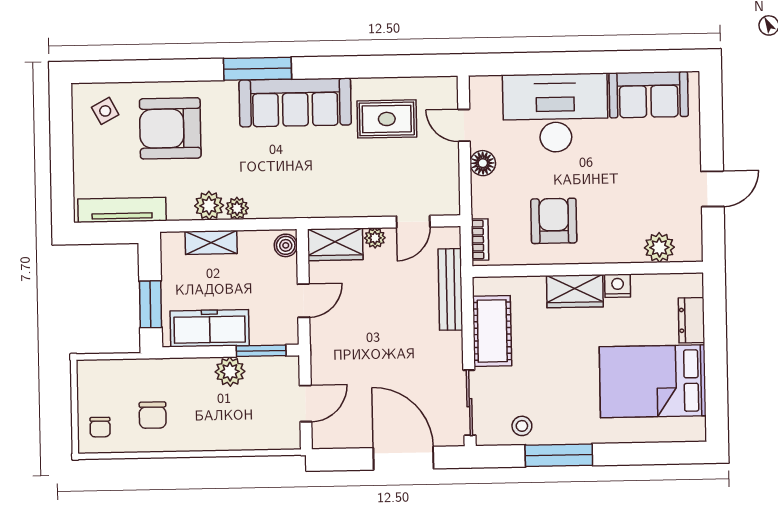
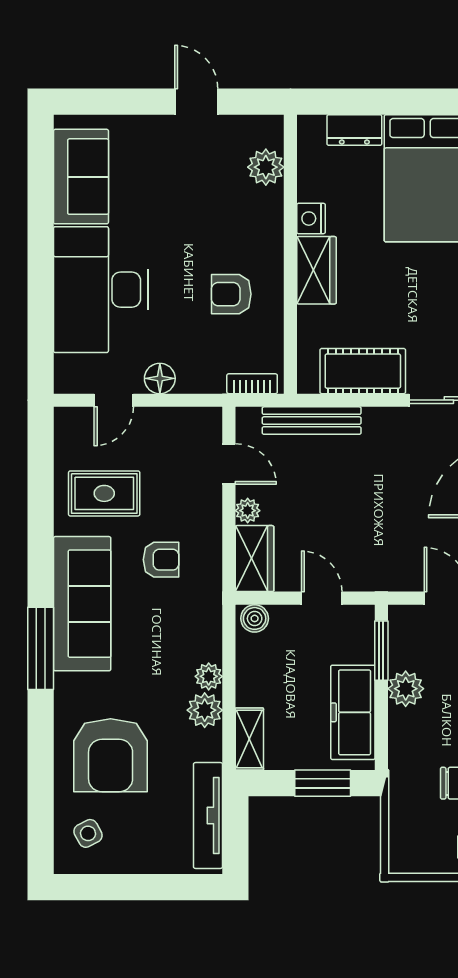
rug: (387, 119) -> (104, 493), turned 90
armchair: (333, 167) -> (161, 560), added
armchair: (554, 221) -> (231, 294), width x0.72, depth x0.72
shelving: (211, 242) -> (249, 739), moved

